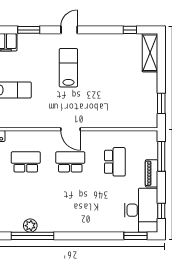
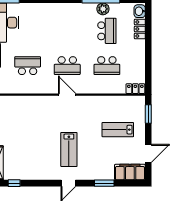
school desk: (115, 162) -> (28, 66), turned 90
school desk: (26, 201) -> (107, 31), added

